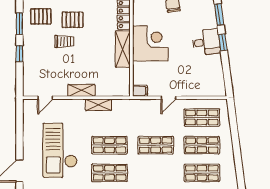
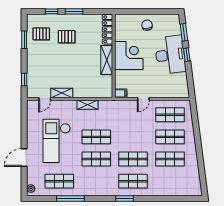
trolley: (64, 42) -> (60, 54), removed
desk: (206, 42) -> (170, 55), width x1.87, depth x1.30
window: (19, 54) -> (24, 79), moved
shelving: (81, 90) -> (62, 93), moved
shop shelf: (156, 145) -> (133, 159), moved

